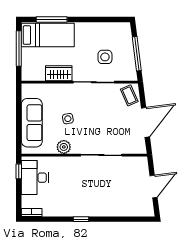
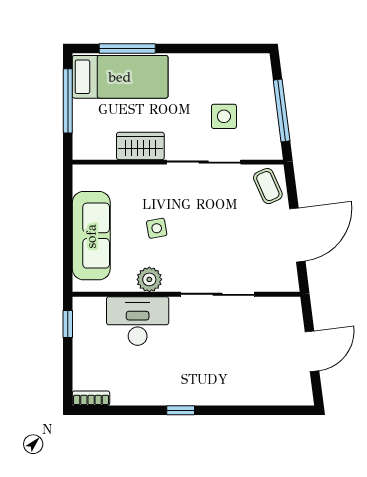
desk: (35, 178) -> (138, 321), moved, turned 90

